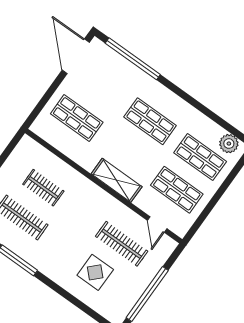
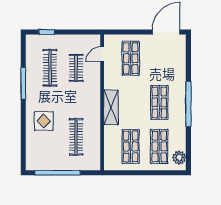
window: (133, 59) -> (188, 104), moved
door: (157, 225) -> (102, 54), moved
display table: (95, 272) -> (44, 121), moved

